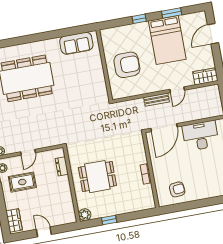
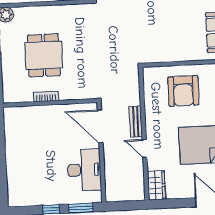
dining table: (97, 177) -> (44, 55), moved
armchair: (177, 189) -> (22, 132), removed

